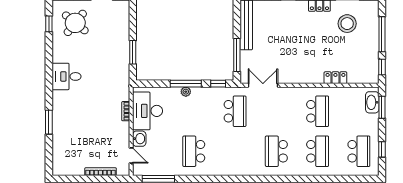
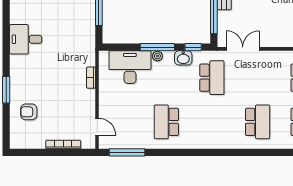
desk: (148, 111) -> (130, 67), moved, turned 90
washbasin: (139, 139) -> (183, 58), moved, turned 90
armchair: (69, 142) -> (29, 112), added
school desk: (276, 151) -> (258, 122), turned 180

